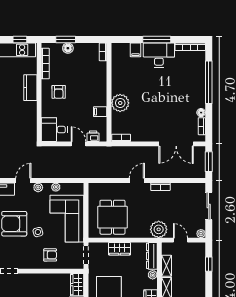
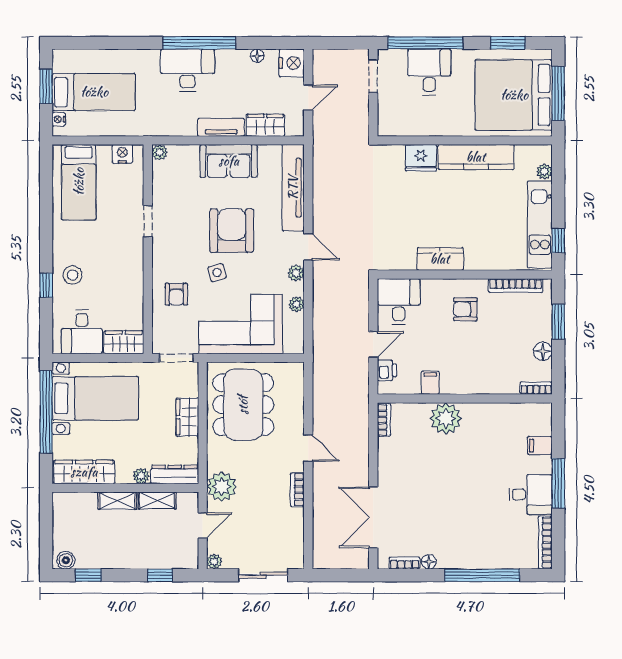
floor lamp: (68, 48) -> (543, 351), moved
desk: (159, 55) -> (531, 494), width x0.73
kitchen counter: (30, 88) -> (440, 259), moved
window: (209, 162) -> (342, 575), removed
dining table: (112, 217) -> (243, 405), width x1.37

